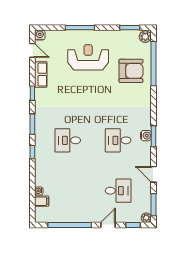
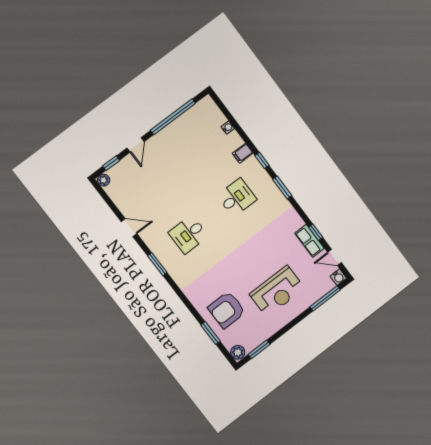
window: (80, 28) -> (325, 298), moved
window: (153, 64) -> (210, 333), width x0.47
window: (32, 93) -> (316, 232), moved
water cooler: (146, 136) -> (165, 259), removed
desk: (118, 140) -> (188, 234), turned 180
desk: (118, 191) -> (151, 186), removed
filing cabinet: (42, 201) -> (243, 153), moved
window: (153, 205) -> (106, 198), removed

